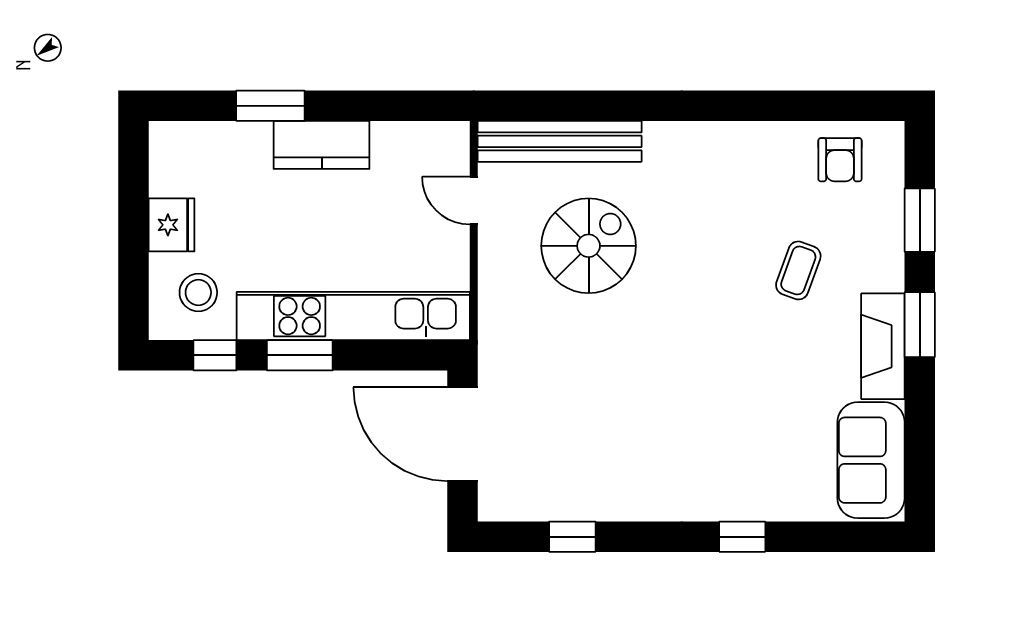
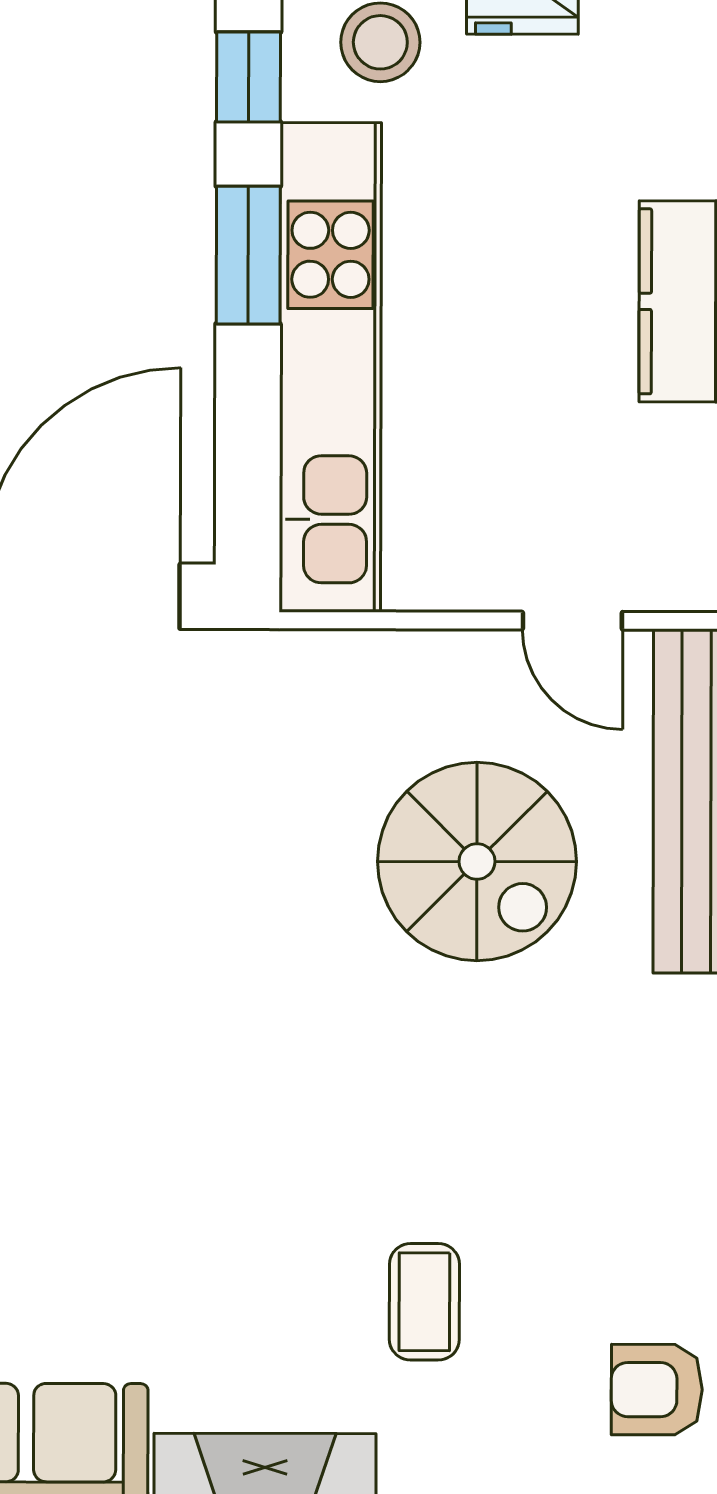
door: (474, 201) -> (572, 621), swing flipped
coffee table: (798, 270) -> (424, 1302), turned 70

